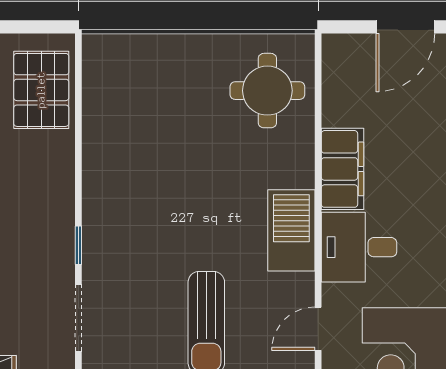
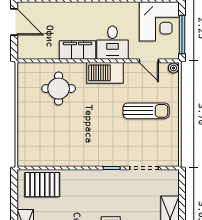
round table: (267, 91) -> (59, 89), moved

